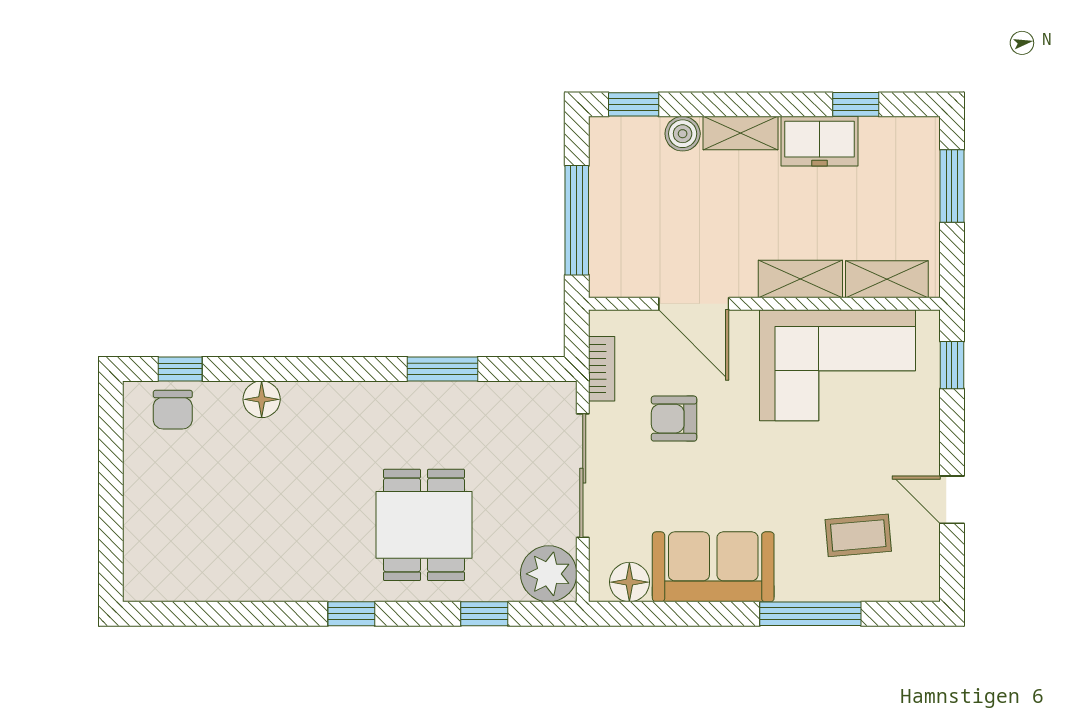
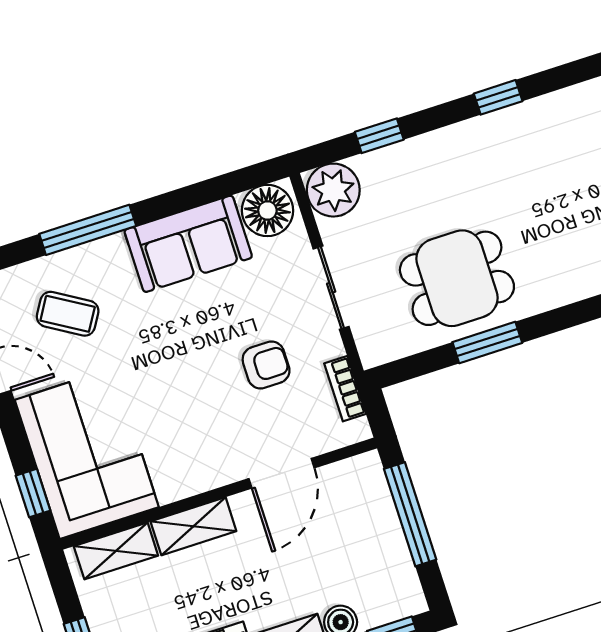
door: (694, 304) -> (282, 473), swing flipped
corner sofa: (837, 365) -> (87, 453), moved, turned 90
sliding door: (583, 476) -> (331, 288), width x0.73
dining table: (424, 525) -> (457, 278), moved, turned 90
coffee table: (858, 535) -> (68, 314), turned 36
floor lamp: (629, 582) -> (267, 210), width x1.38, depth x1.38

